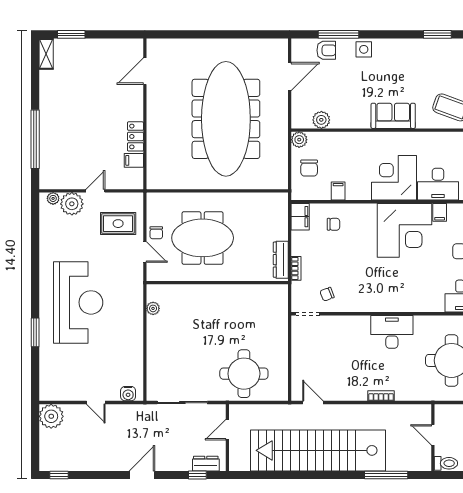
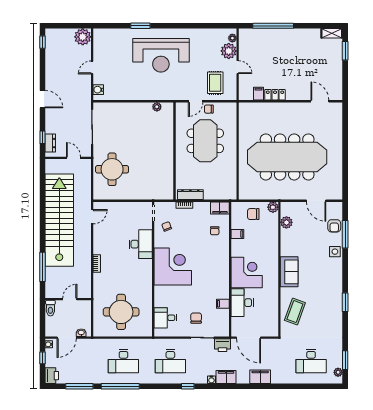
corner desk: (404, 230) -> (173, 267), moved, turned 180
desk: (392, 332) -> (141, 244), moved

